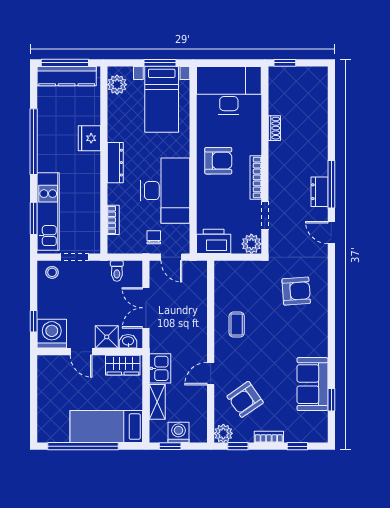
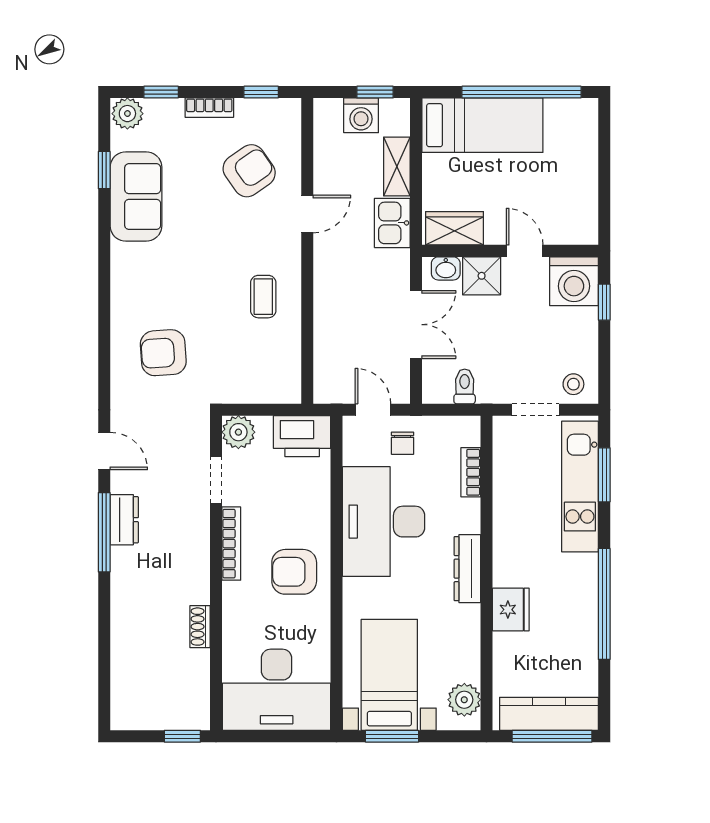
plant: (223, 433) -> (127, 114), moved

